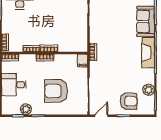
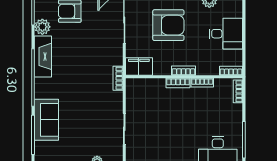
fireplace: (148, 53) -> (43, 56), moved
filing cabinet: (83, 61) -> (139, 66), width x2.00

